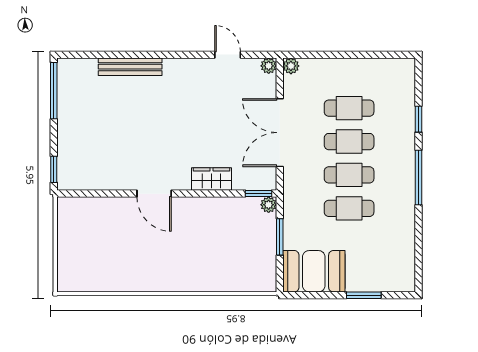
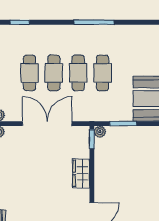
window: (419, 119) -> (20, 22), moved
double door: (280, 133) -> (47, 124), swing flipped
window: (419, 177) -> (94, 22), moved

